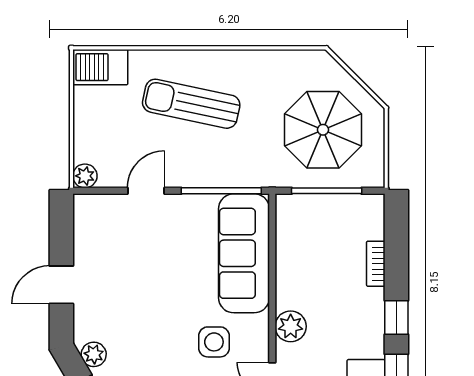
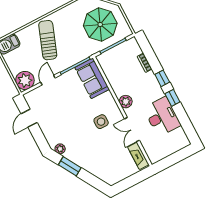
sun lounger: (191, 104) -> (48, 40), turned 98
plant: (85, 176) -> (25, 80), width x1.88, depth x1.88
sofa: (244, 253) -> (92, 78), width x0.73
door: (61, 285) -> (29, 118), moved

